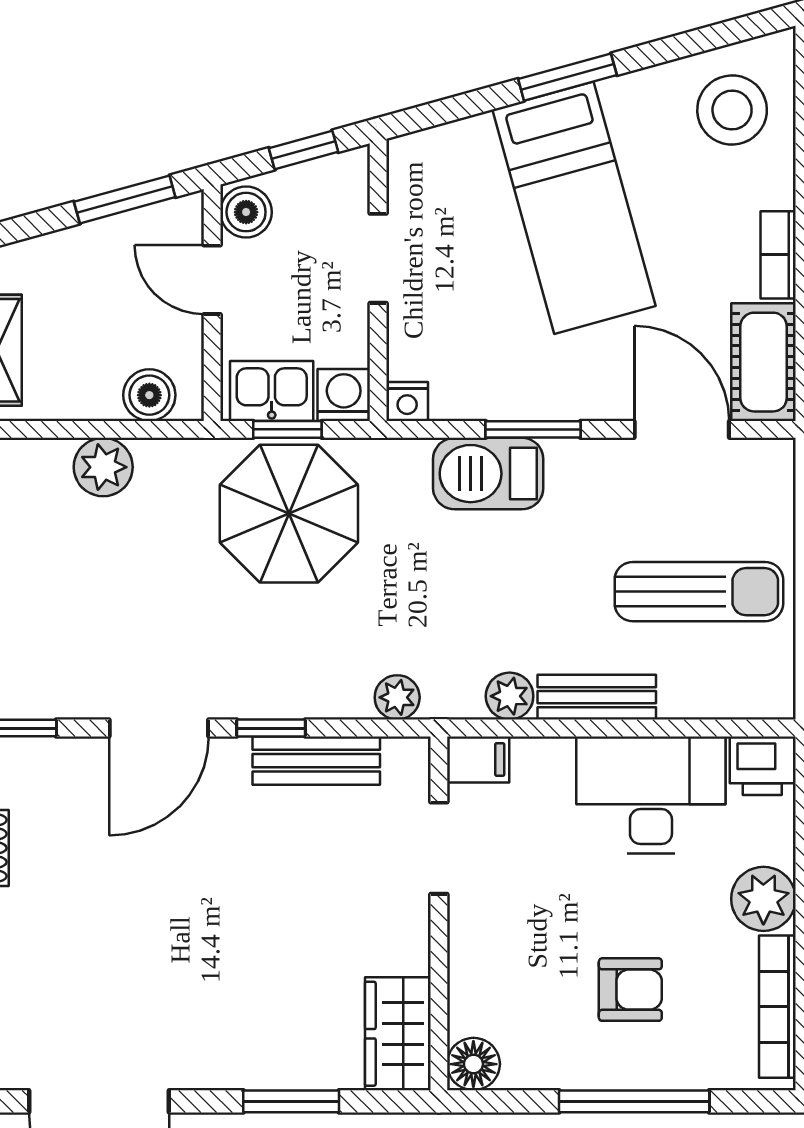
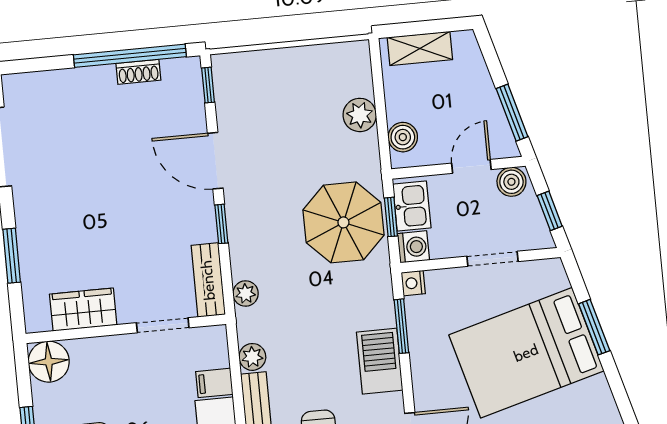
window: (567, 77) -> (594, 327), moved
bed: (574, 208) -> (526, 353), width x1.50
window: (533, 429) -> (401, 326), moved
barbecue: (488, 474) -> (380, 361), moved
filing cabinet: (478, 760) -> (214, 383), moved, turned 90
bench: (316, 761) -> (208, 280), moved
wardrobe: (398, 1034) -> (83, 310), moved
floor lamp: (473, 1064) -> (49, 362), width x1.38, depth x1.38

